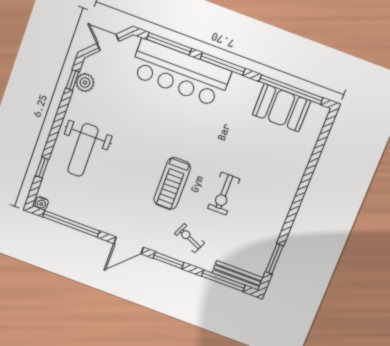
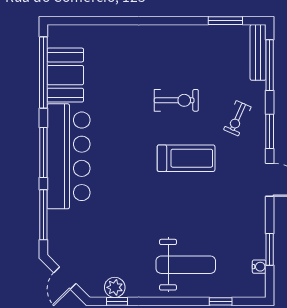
bar counter: (180, 73) -> (68, 156), moved
water cooler: (42, 203) -> (259, 267), moved
window: (71, 224) -> (270, 249), width x0.47

